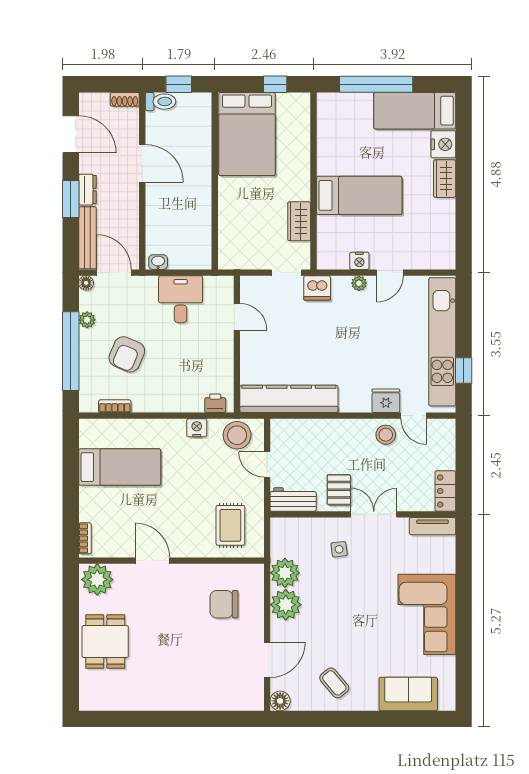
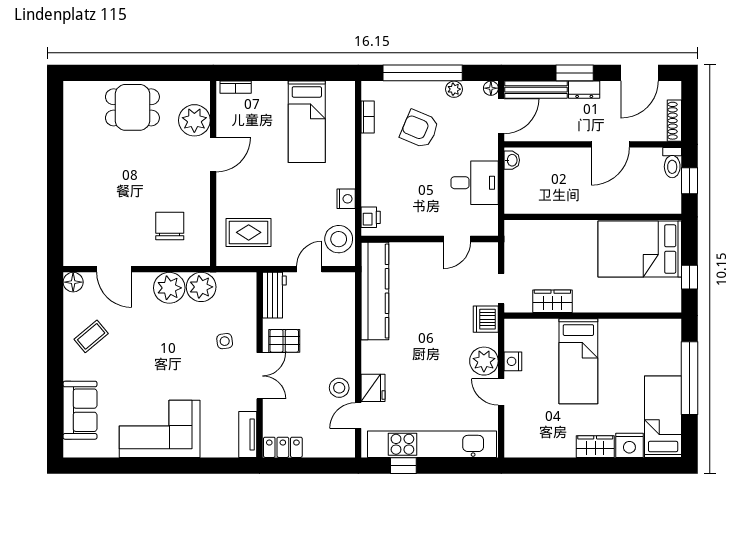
shoe rack: (125, 99) -> (674, 121), width x1.43
plant: (359, 283) -> (484, 361), width x1.87, depth x1.87
plant: (97, 580) -> (194, 120), moved

